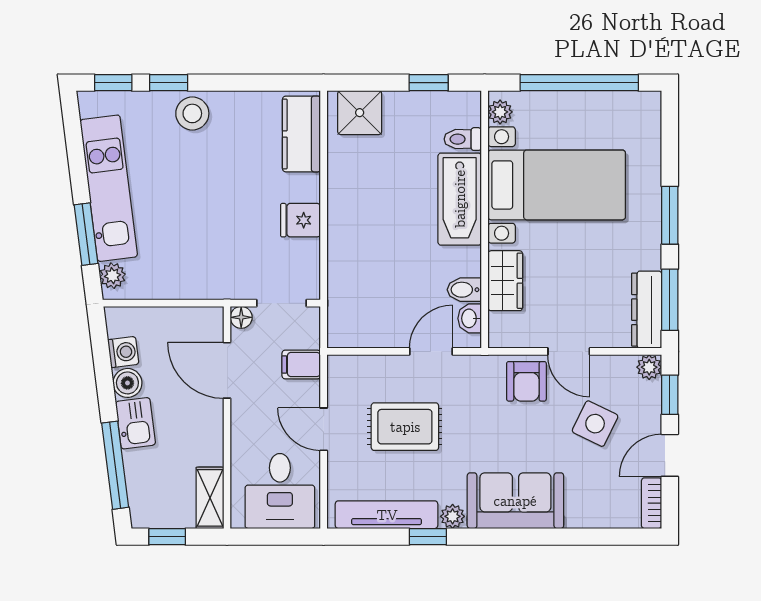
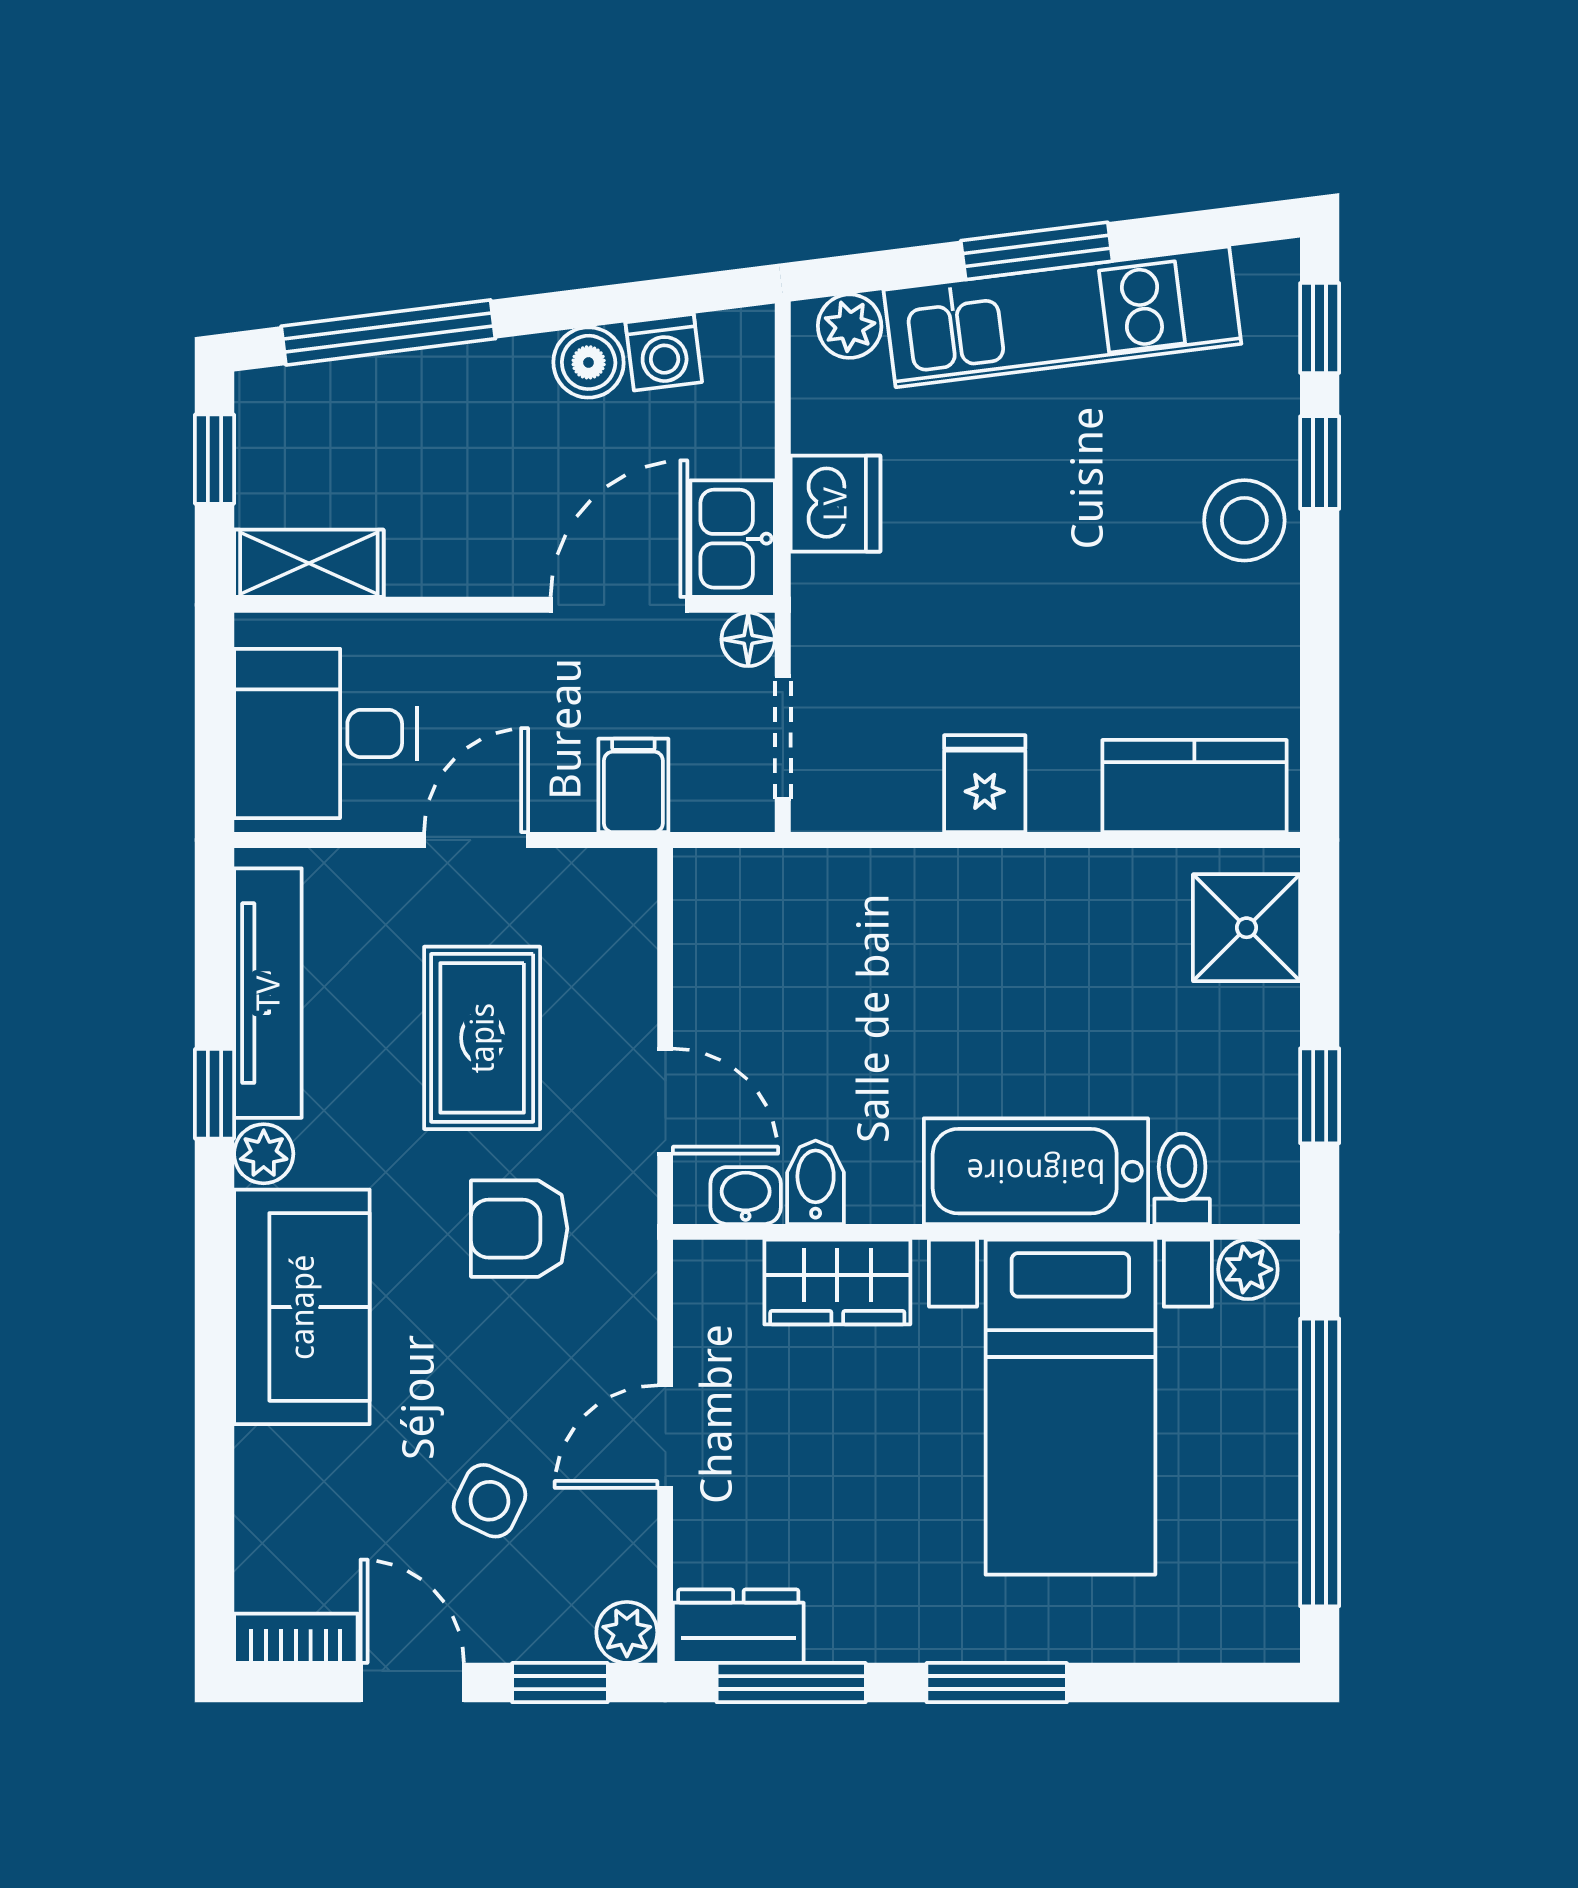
window: (86, 234) -> (1037, 251), moved
dishwasher: (185, 281) -> (835, 504), added
dresser: (647, 310) -> (738, 1626), width x0.70
armchair: (526, 381) -> (519, 1229), moved
kitchen sink: (135, 423) -> (733, 539), moved, turned 97
side table: (595, 424) -> (489, 1501), width x0.73, depth x0.73

